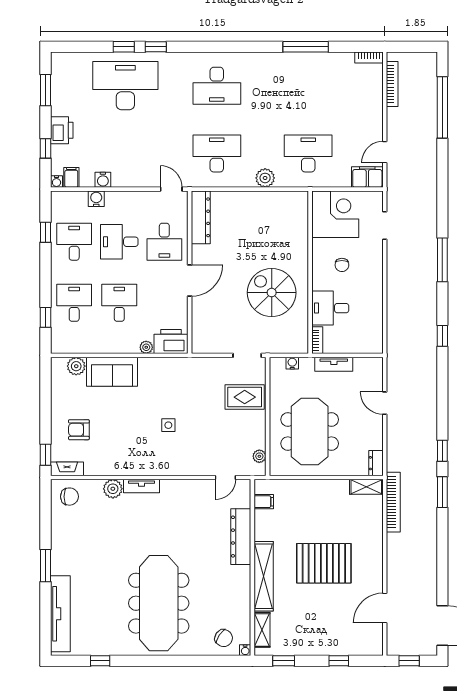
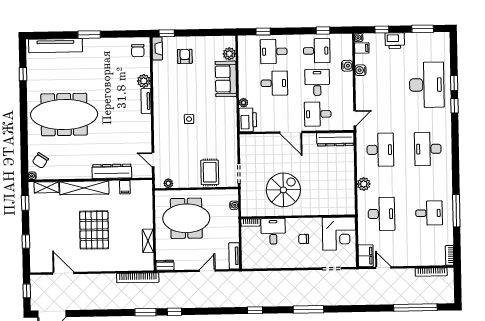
desk: (308, 86) -> (429, 213), added
desk: (74, 303) -> (274, 52), turned 180
tv unit: (334, 364) -> (234, 256), moved
shelving: (366, 487) -> (148, 241), moved
filing cabinet: (264, 502) -> (125, 187), moved

